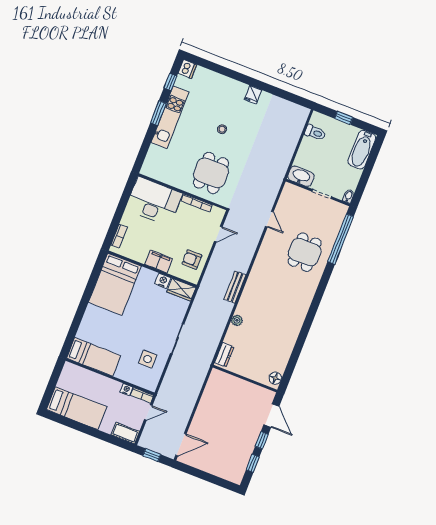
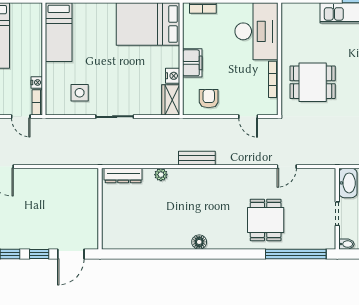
dining table: (305, 252) -> (266, 220), turned 90
dresser: (224, 355) -> (123, 176), width x1.44
floor lamp: (275, 378) -> (199, 242), moved

